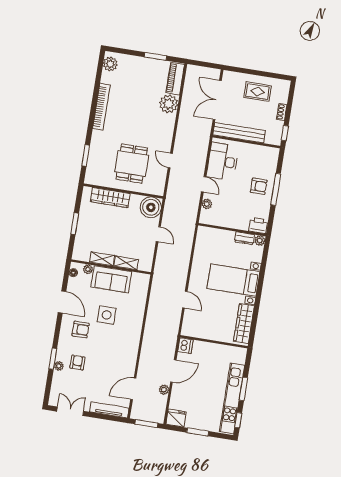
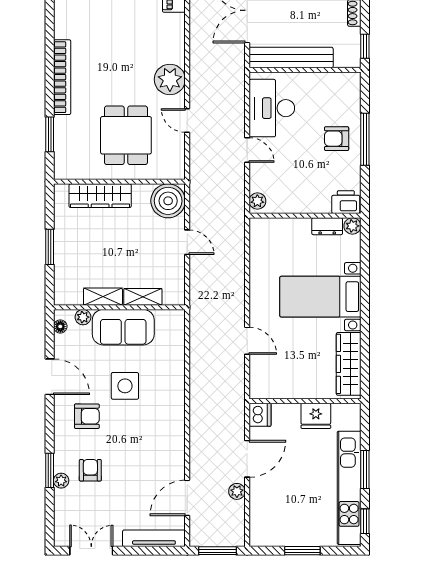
plant: (169, 104) -> (170, 79), moved
bookcase: (101, 107) -> (62, 77), moved
armchair: (259, 186) -> (337, 139), turned 180
plant: (207, 204) -> (257, 201), moved
fridge: (176, 418) -> (316, 416), moved, turned 180

